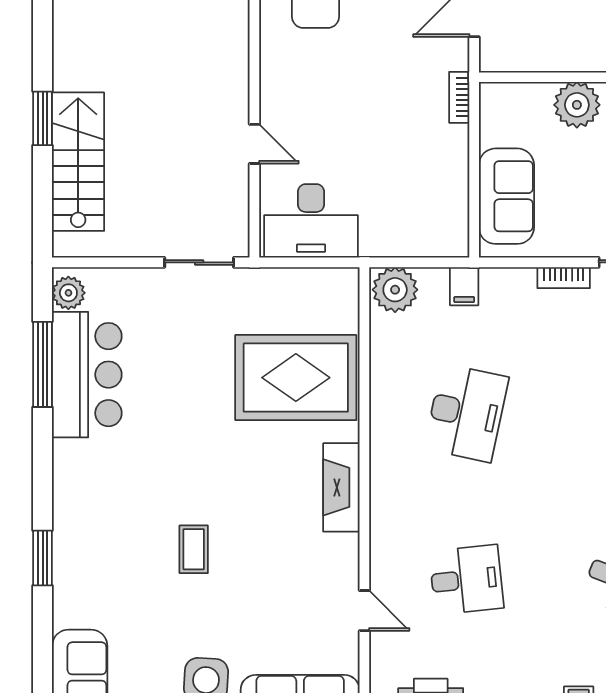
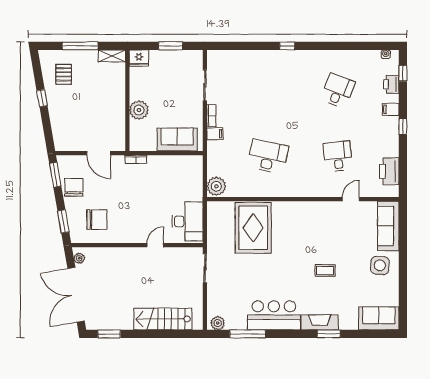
window: (43, 118) -> (109, 334), moved
filing cabinet: (464, 286) -> (215, 134), moved
bar counter: (87, 375) -> (274, 315), moved
fireplace: (341, 487) -> (320, 322), moved, turned 180

